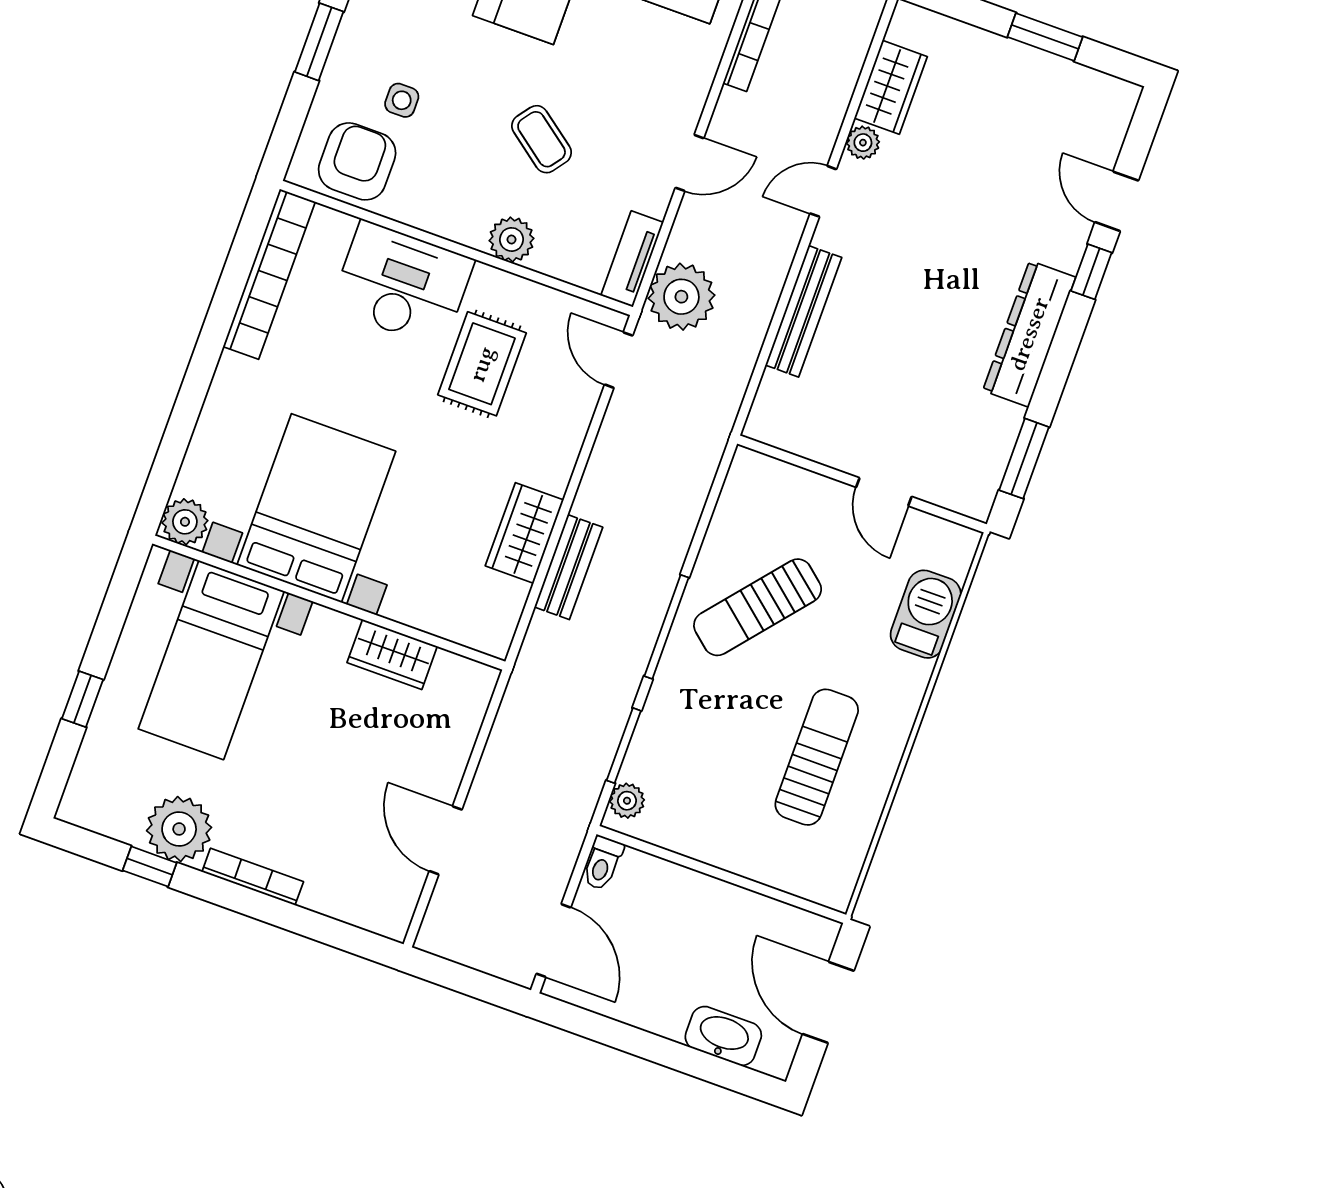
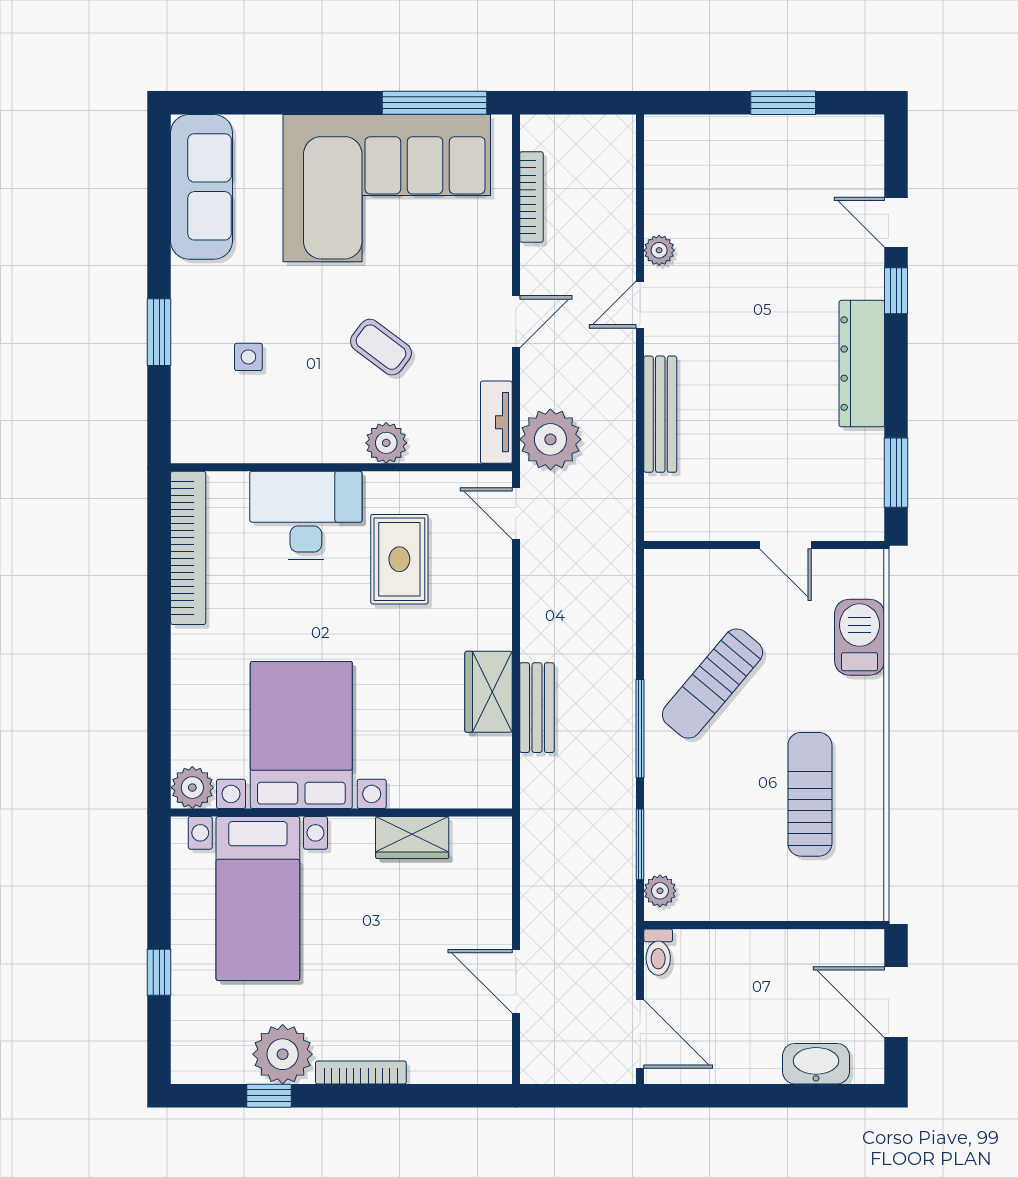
wardrobe: (891, 87) -> (666, 194), removed
armchair: (357, 161) -> (229, 423), removed

